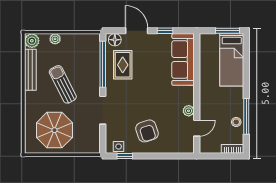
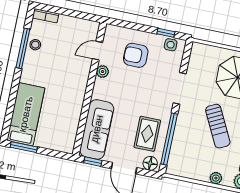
sofa: (183, 59) -> (97, 129), moved
wall: (197, 93) -> (90, 89), moved
plant: (189, 111) -> (103, 72), moved
door: (197, 128) -> (98, 51), moved
armchair: (147, 131) -> (136, 55), turned -72

